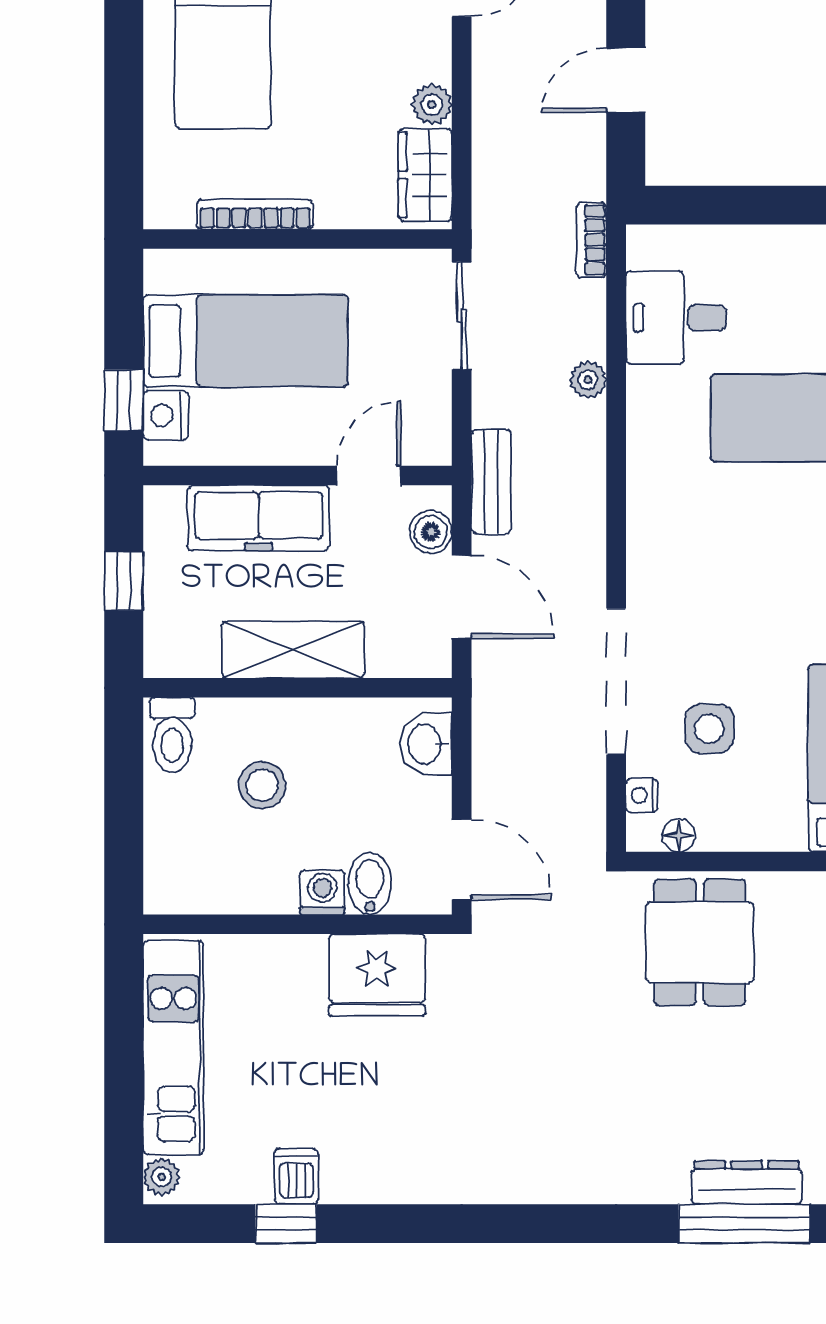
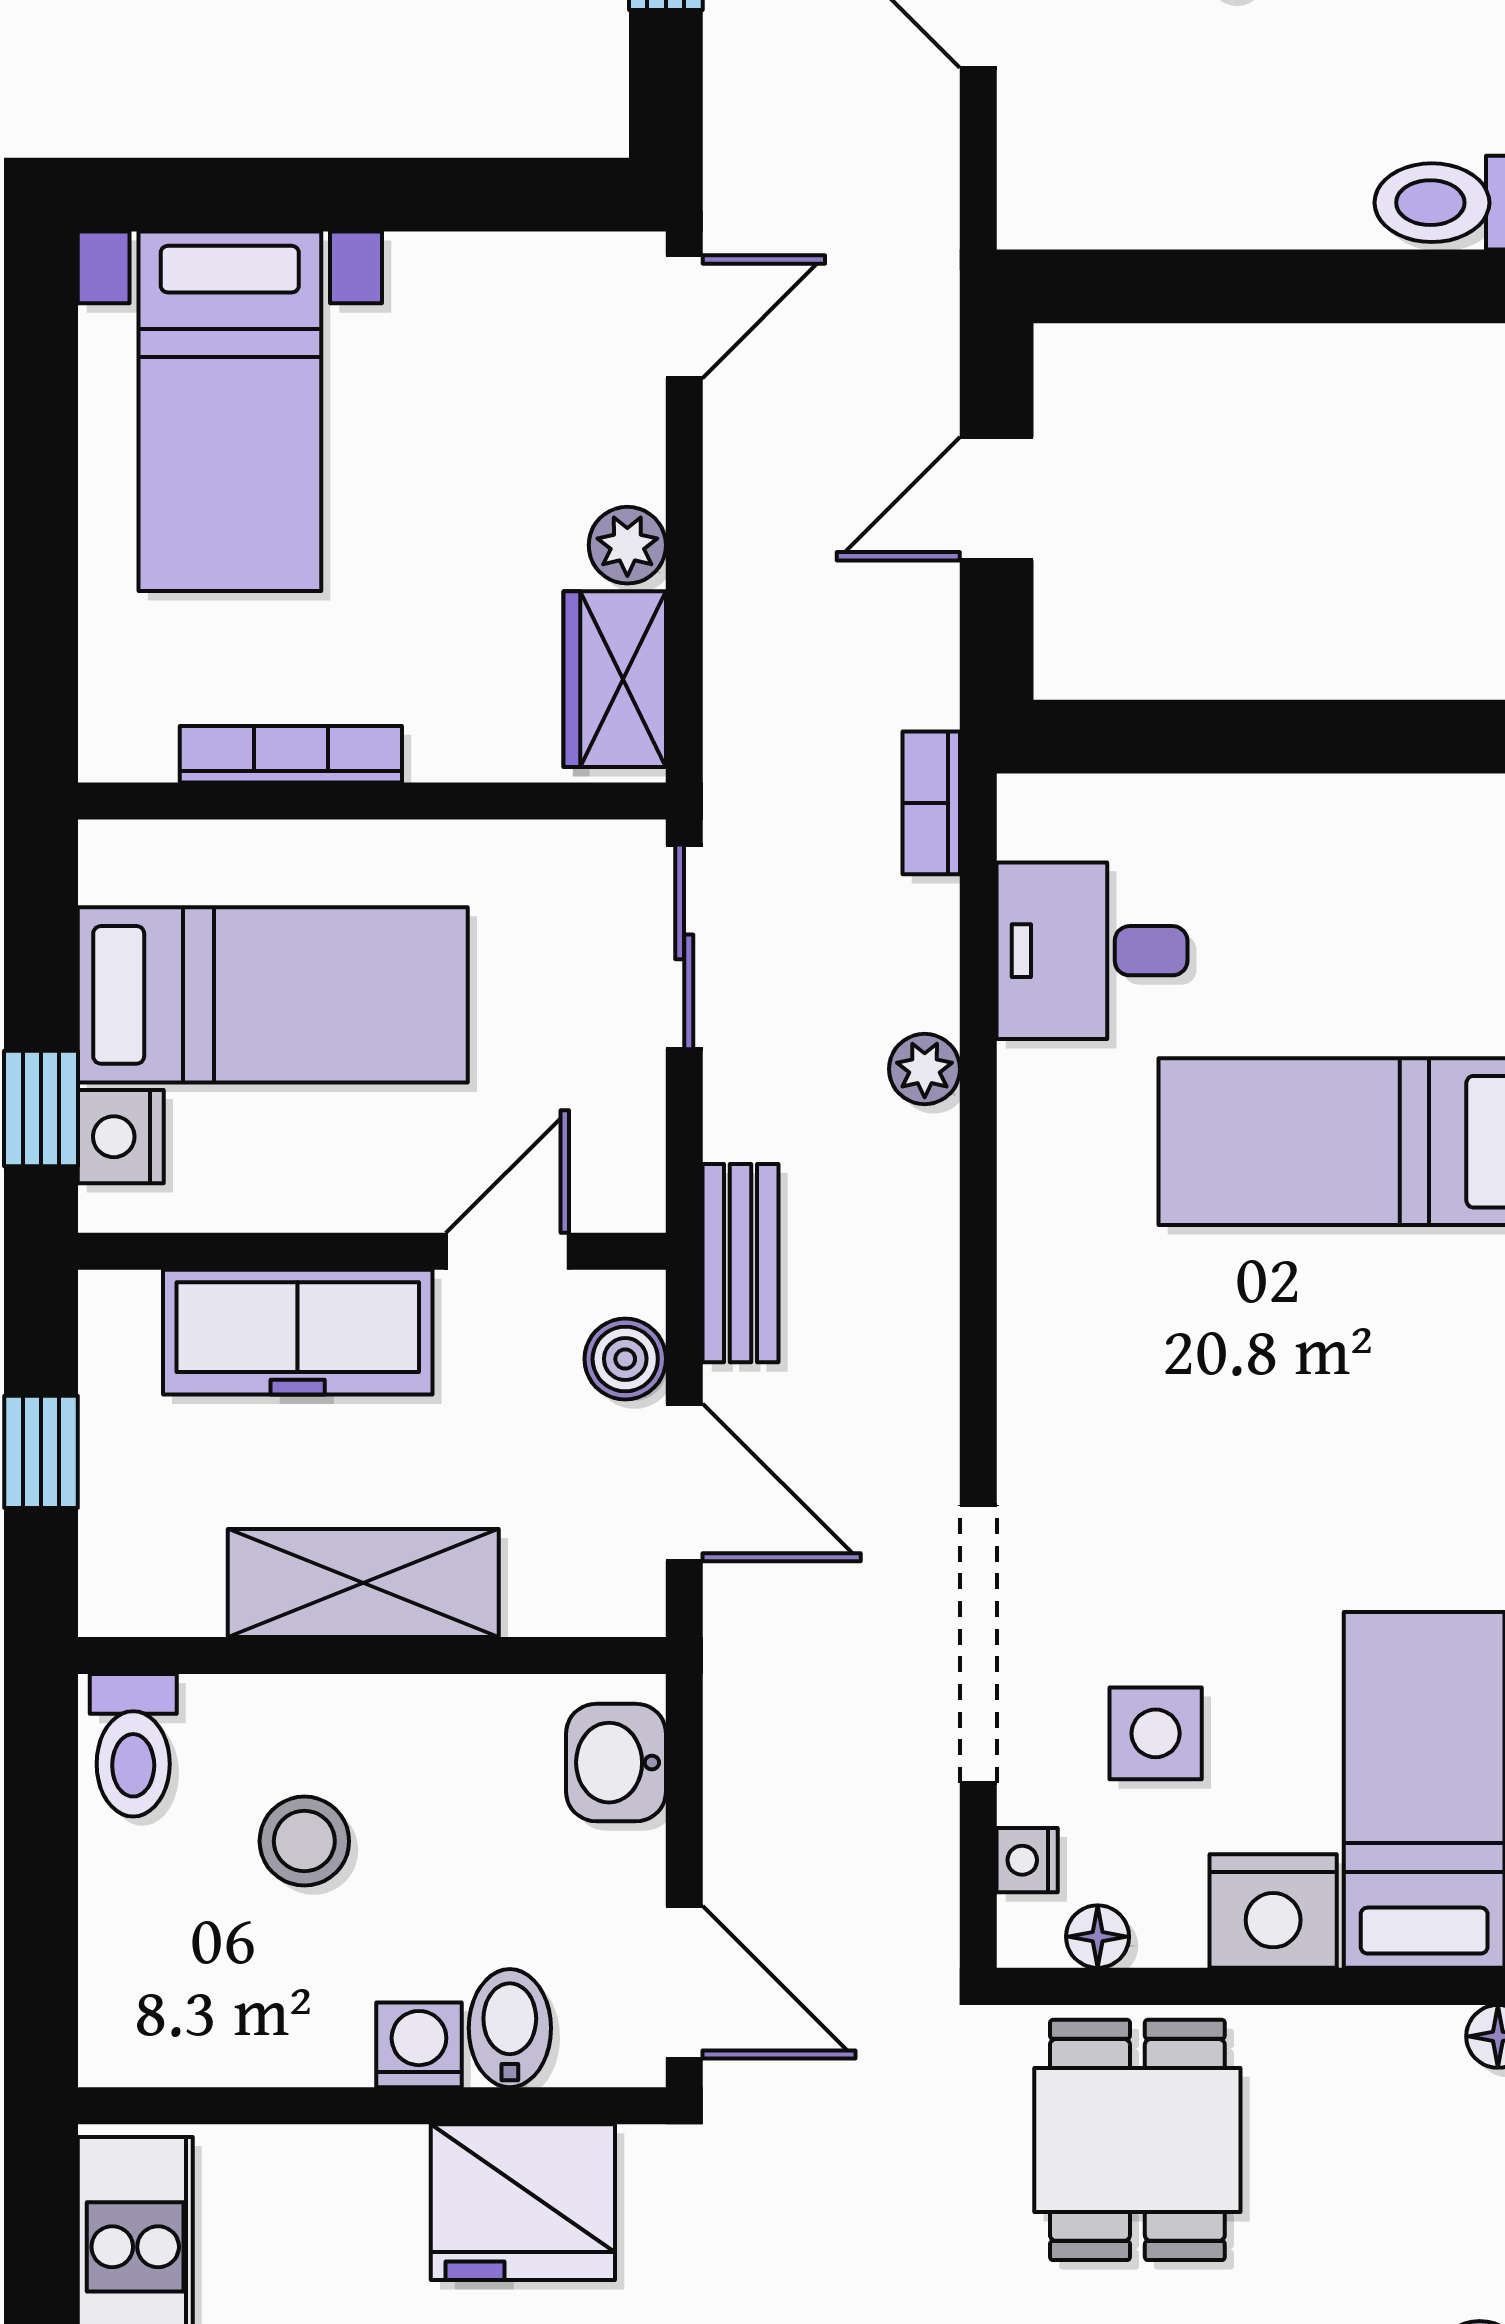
nightstand: (771, 822) -> (1273, 1911), added

